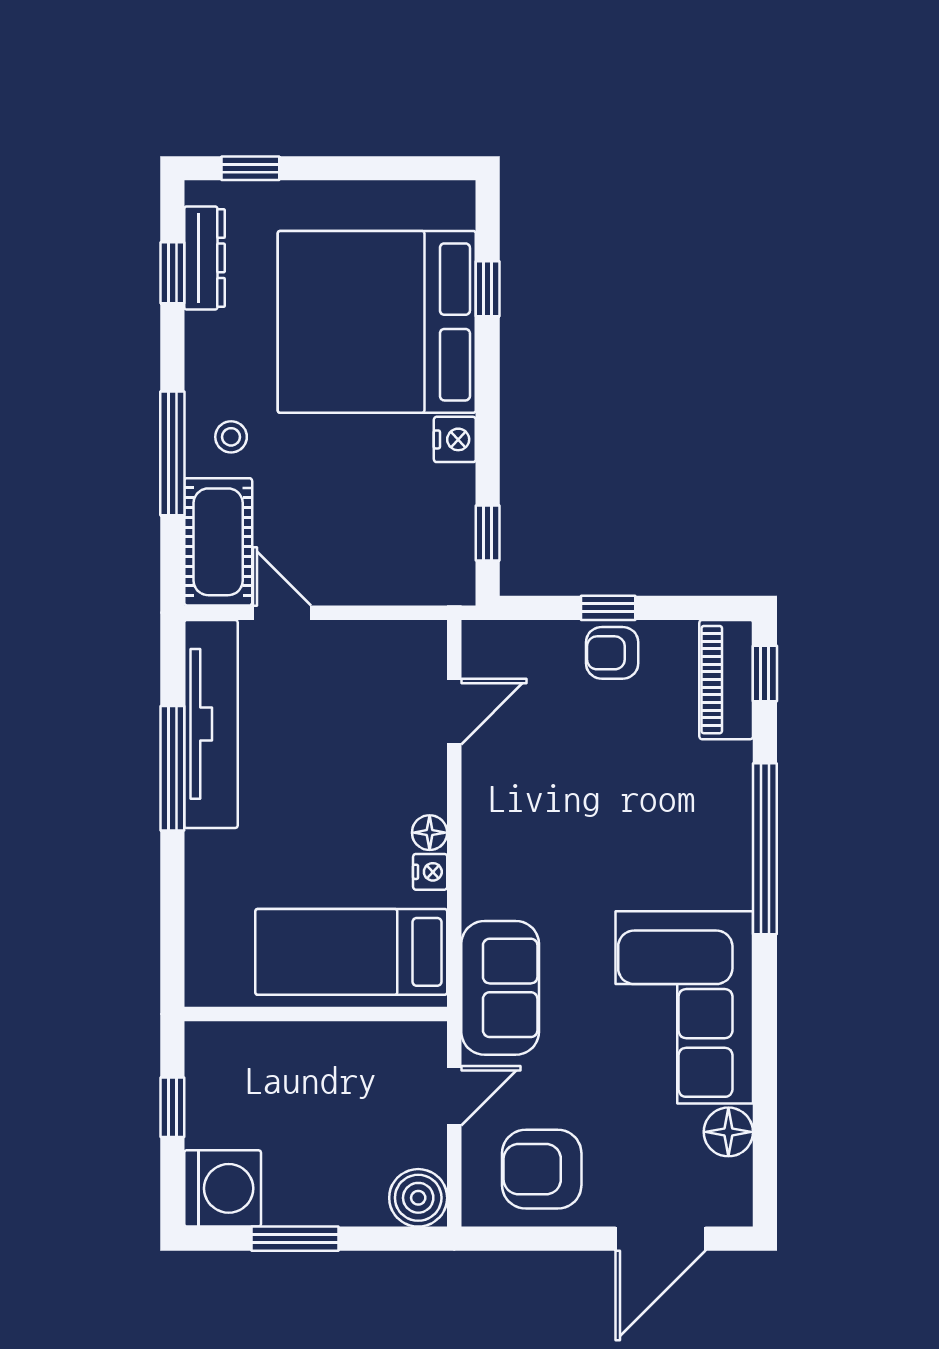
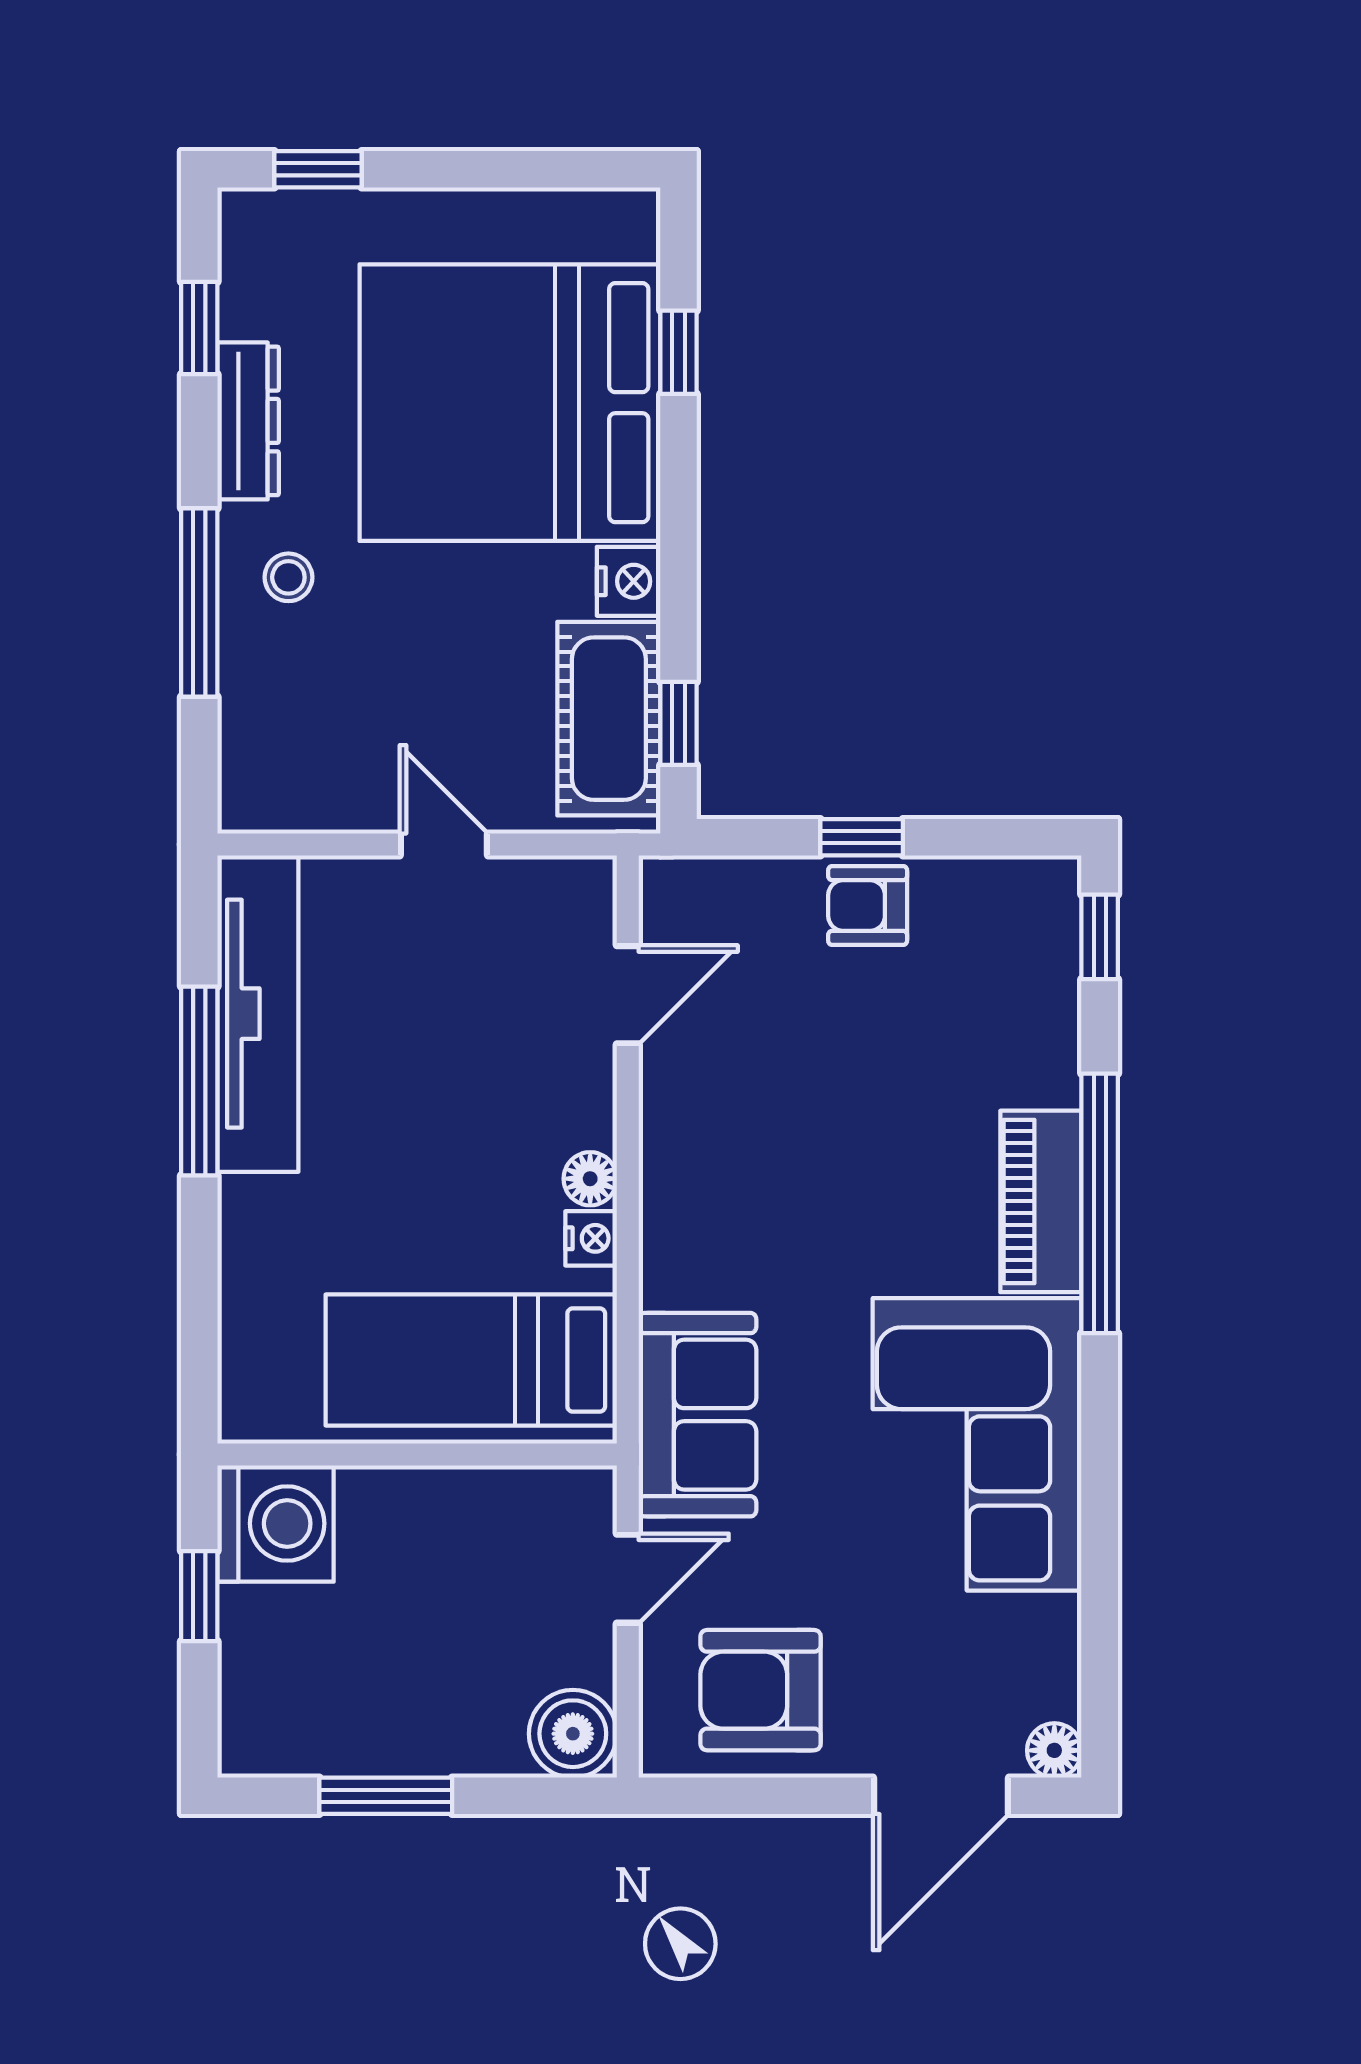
dresser: (204, 258) -> (248, 421), moved
cot: (218, 542) -> (609, 719), moved
door: (282, 613) -> (444, 845), moved
piano: (726, 680) -> (1041, 1201), moved
floor lamp: (728, 1132) -> (1054, 1750), moved, width x0.73, depth x0.73
washing machine: (223, 1188) -> (276, 1523), moved

